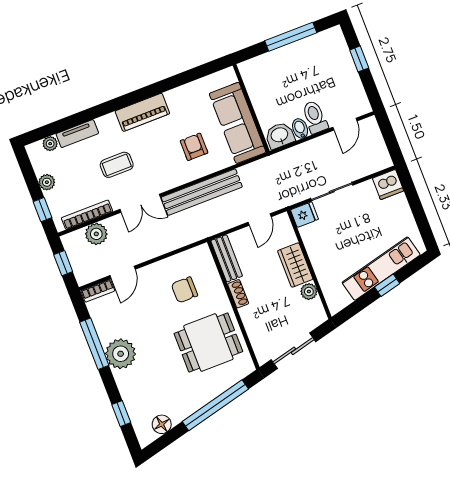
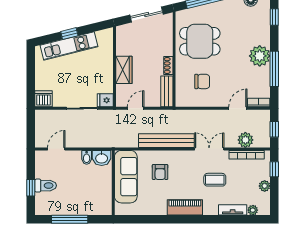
toilet: (315, 117) -> (46, 186), moved, turned -90
plant: (309, 292) -> (122, 49), removed

